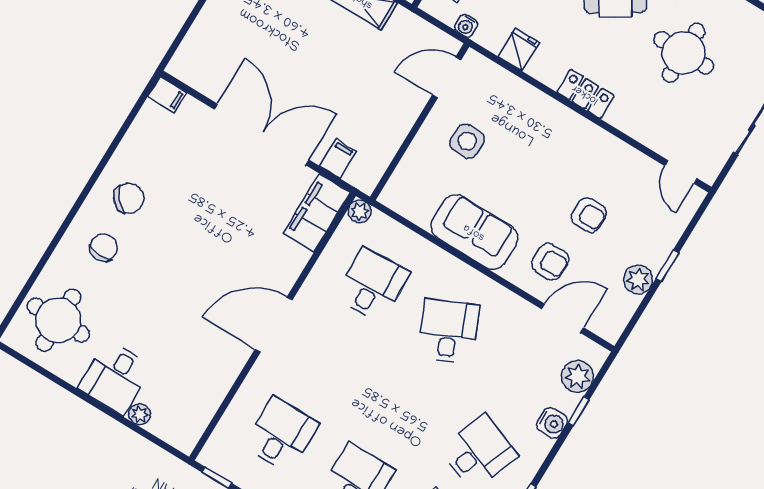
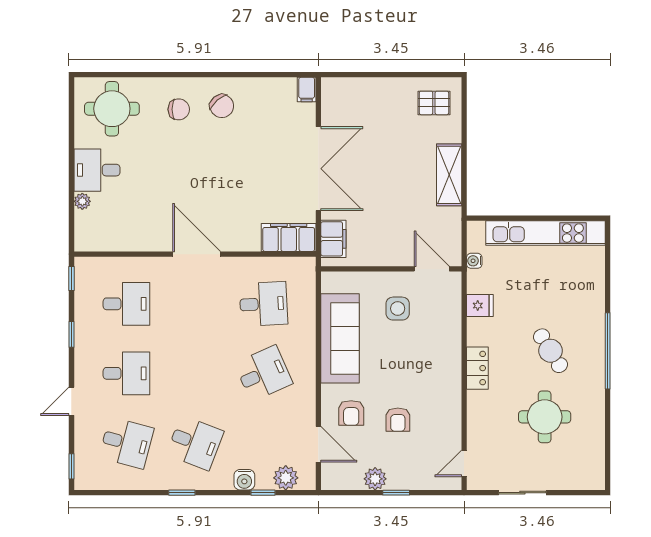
filing cabinet: (338, 159) -> (333, 239), width x2.00
plant: (360, 212) -> (307, 266), removed
sofa: (474, 232) -> (340, 338), width x1.36

